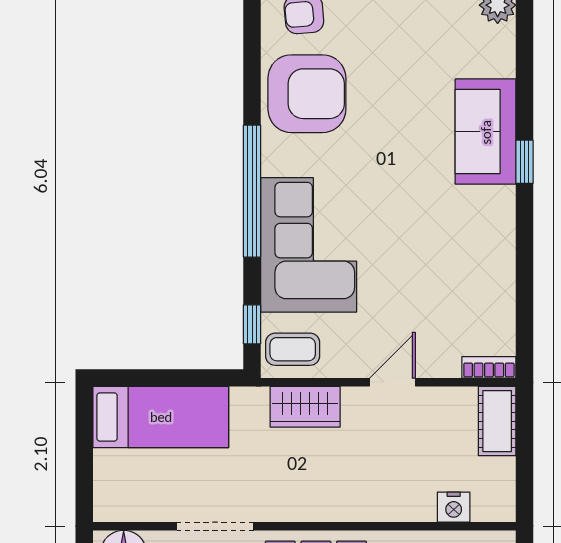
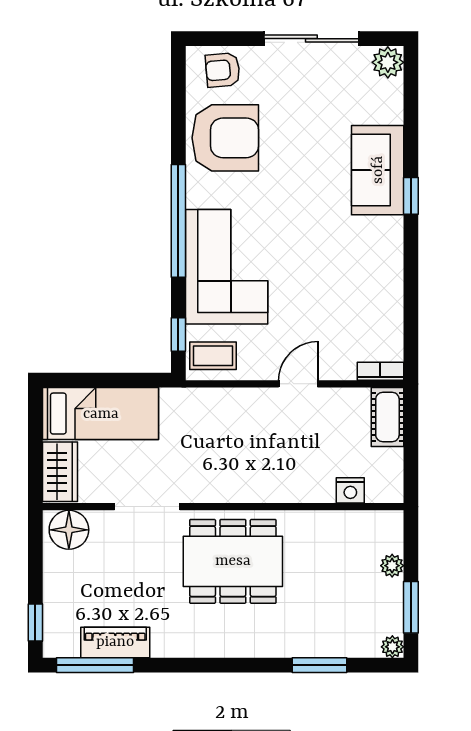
wardrobe: (305, 407) -> (60, 472), moved, turned -90

